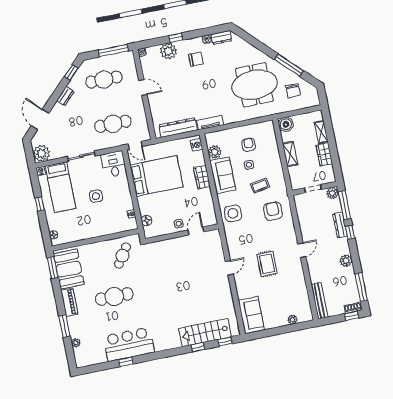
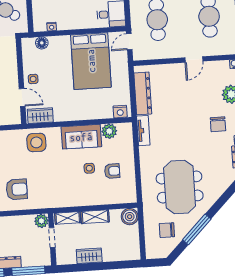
shelving: (321, 132) -> (68, 218), moved
wardrobe: (202, 177) -> (40, 116), moved
coffee table: (260, 186) -> (64, 178), removed
plant: (332, 193) -> (41, 221), moved
armchair: (273, 211) -> (17, 189), moved

